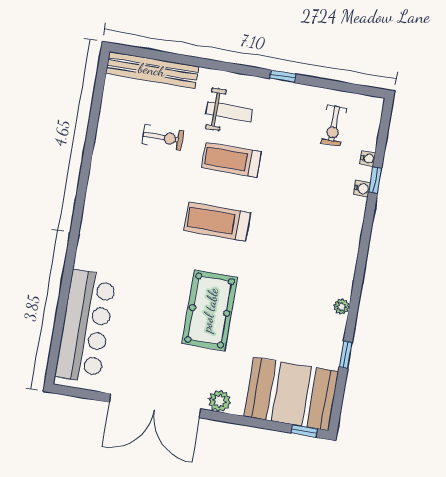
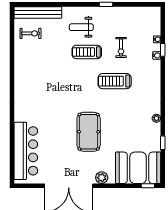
weight bench: (229, 112) -> (81, 27), turned 180
exercise bike: (334, 125) -> (121, 48), moved
exercise bike: (163, 137) -> (31, 33), moved
treadmill: (217, 222) -> (115, 81), moved

